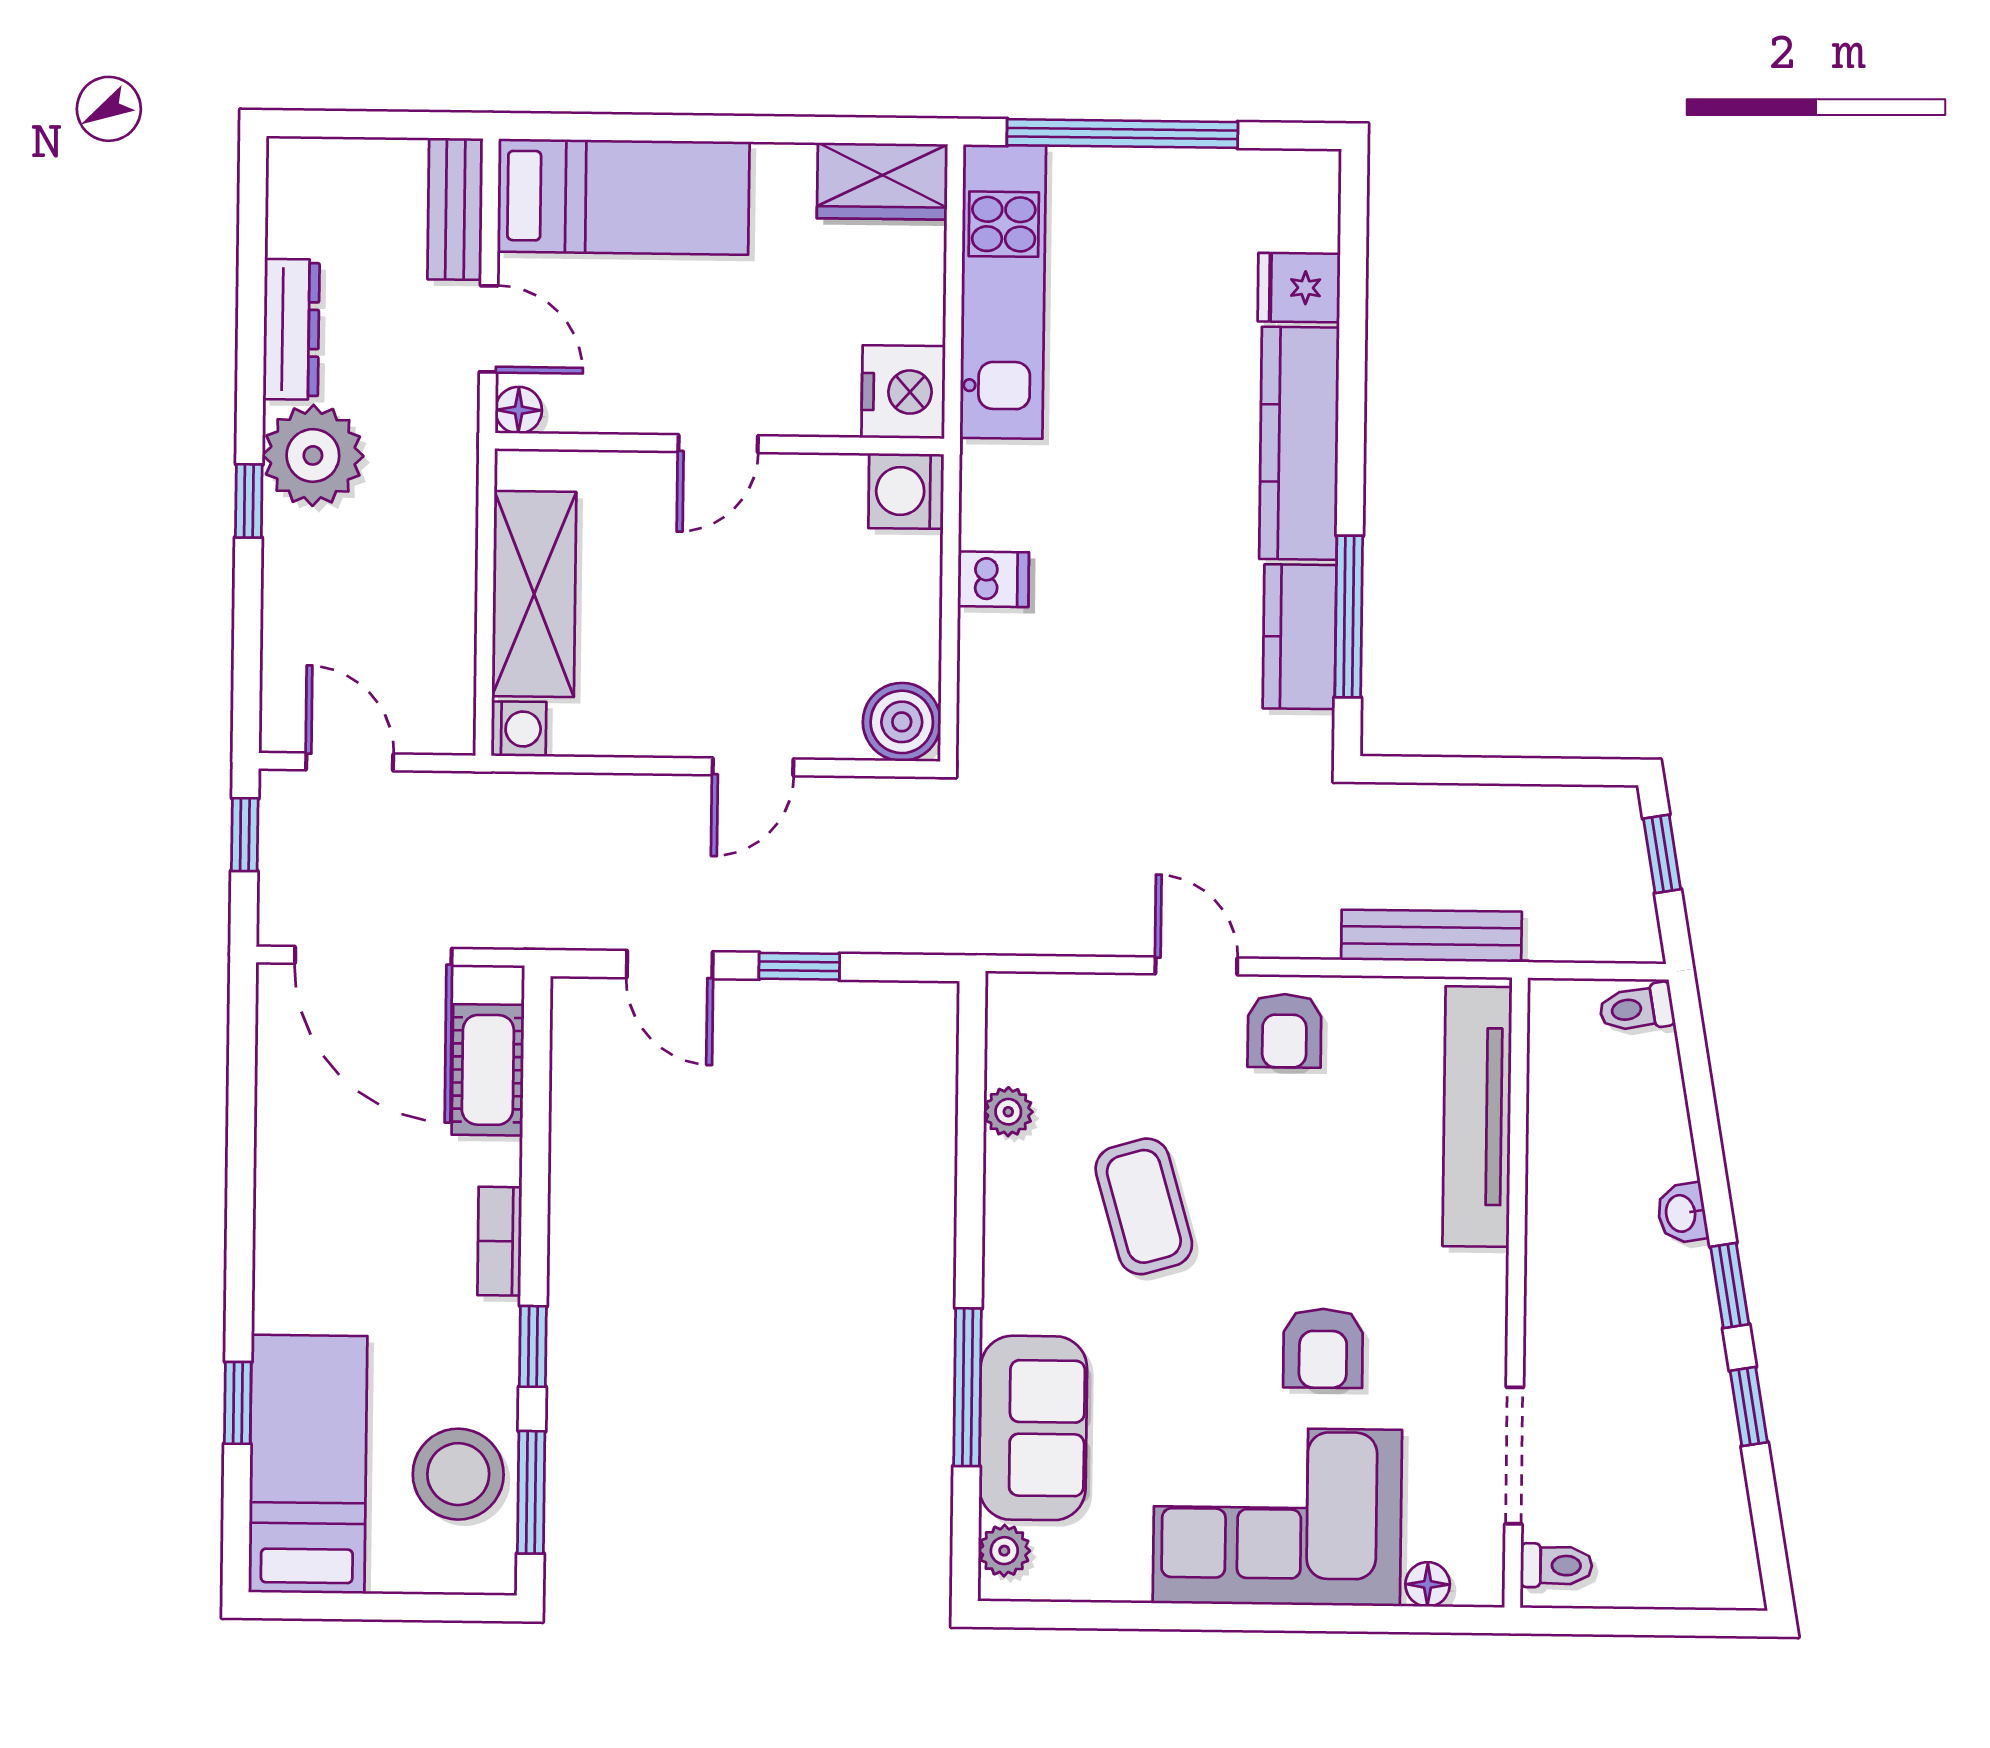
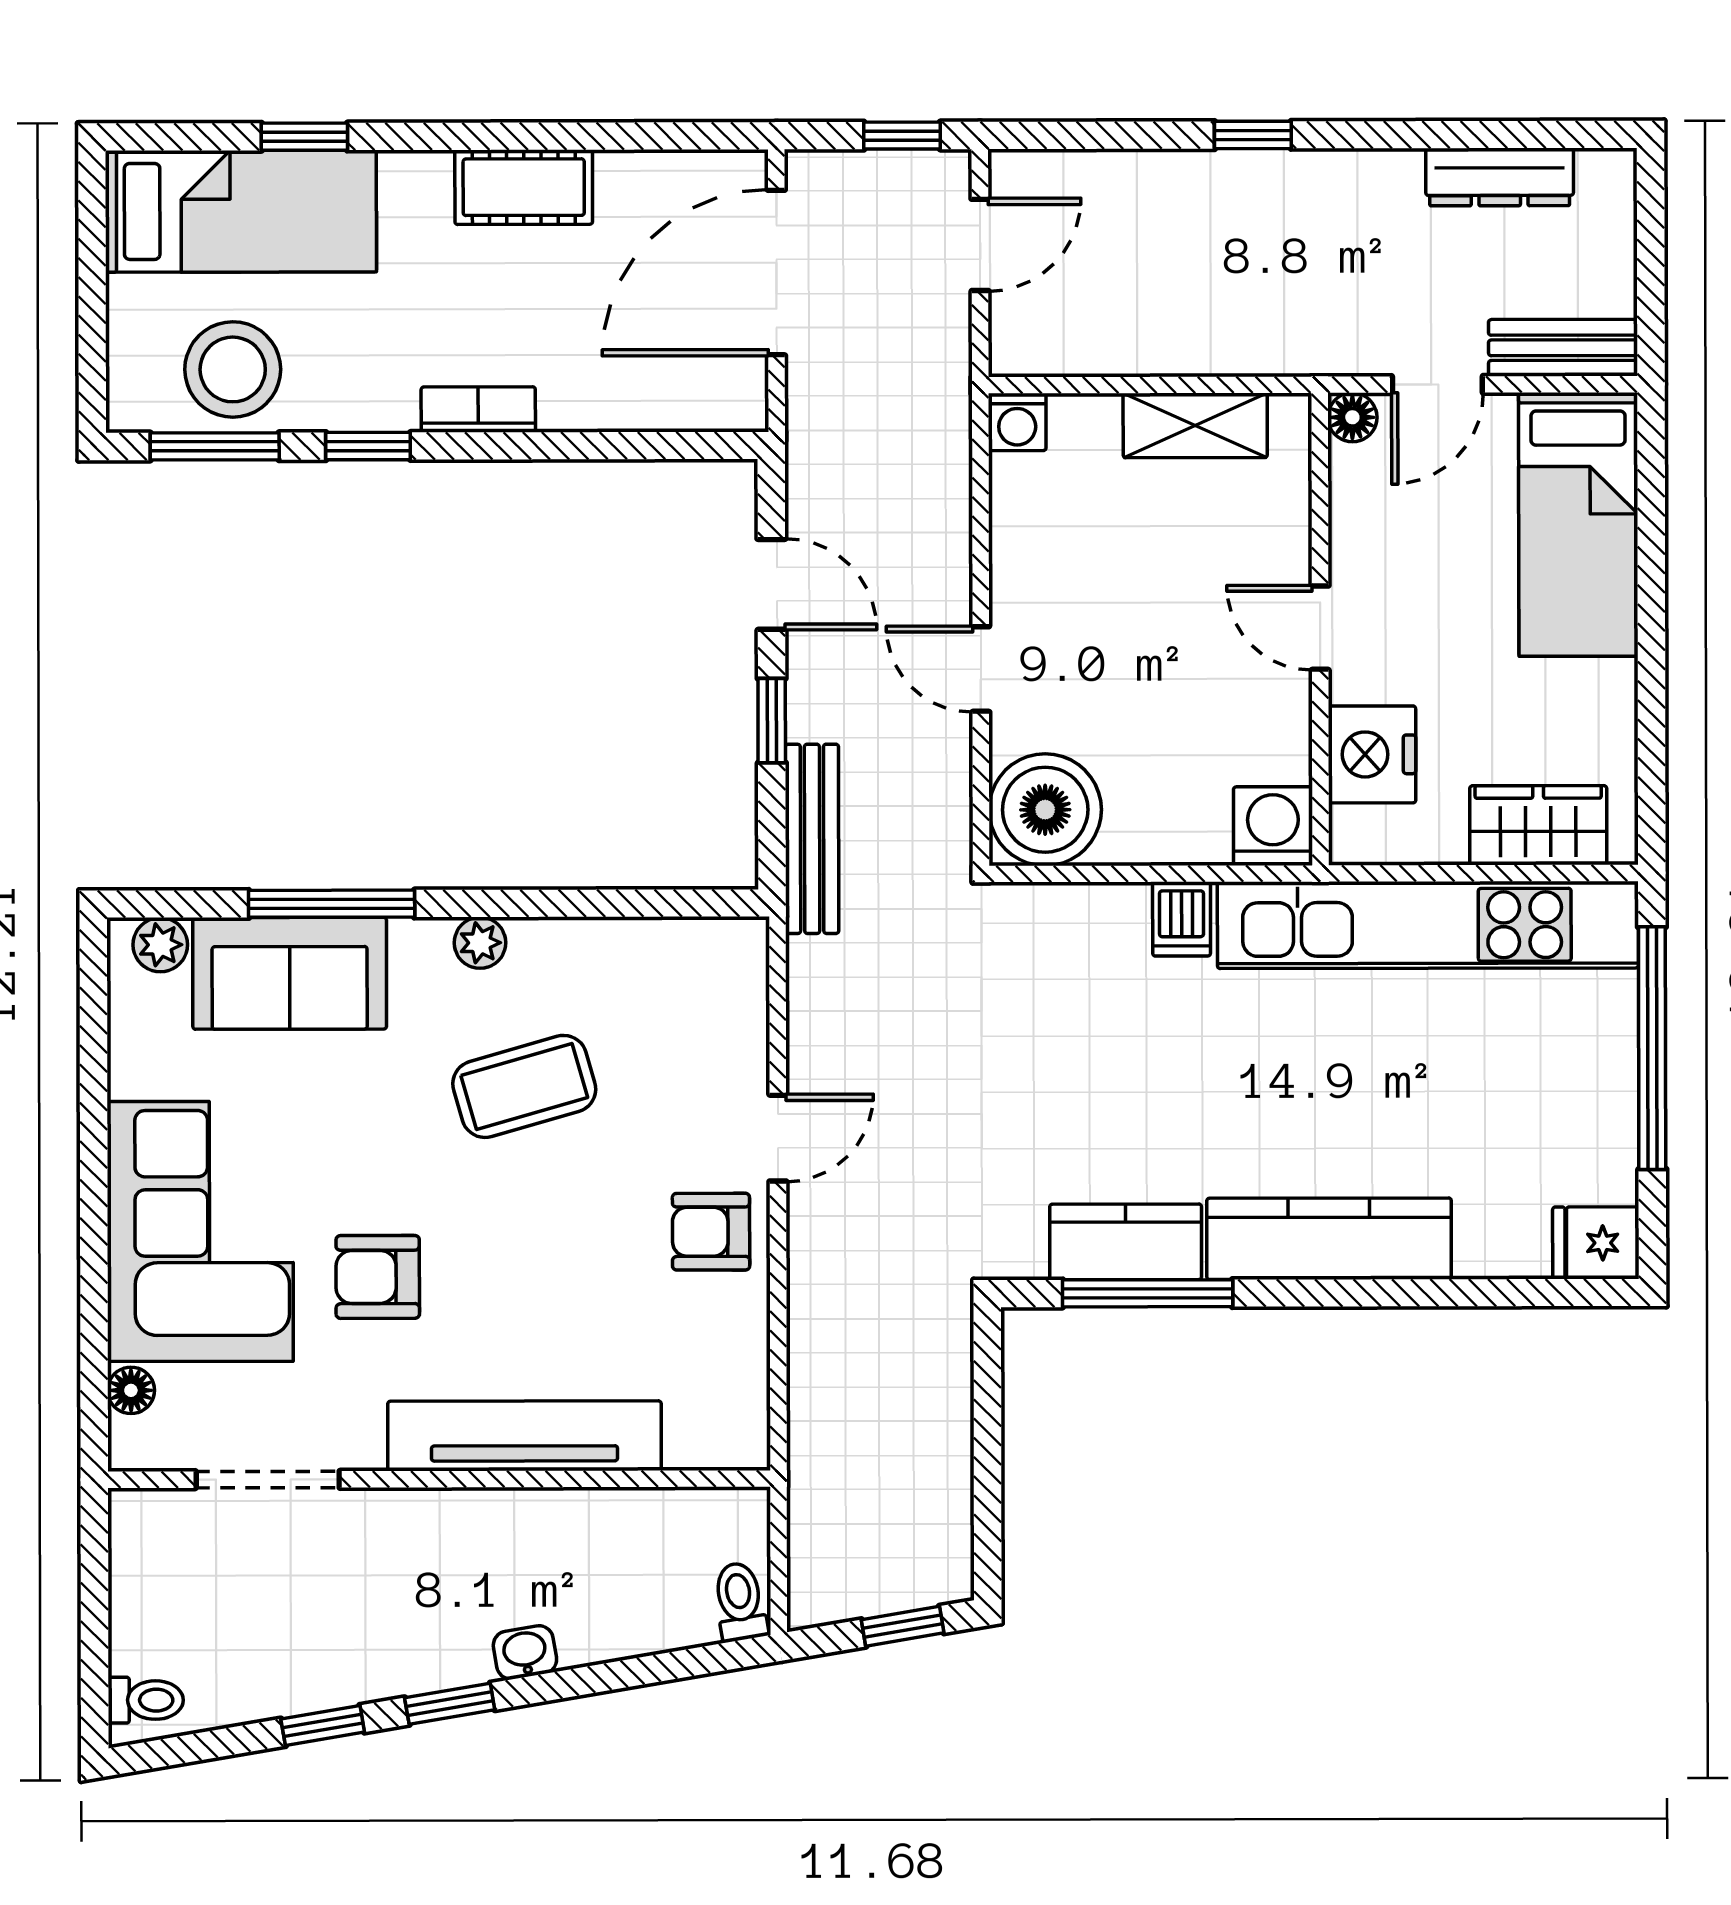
wardrobe: (882, 181) -> (1538, 825), moved, turned 90
fridge: (1299, 288) -> (1596, 1243), moved, turned -90
kitchen unit: (1003, 292) -> (1428, 925), width x1.36
dresser: (291, 329) -> (1500, 177), moved
nightstand: (903, 392) -> (1372, 754), moved, turned 90
plant: (313, 455) -> (1302, 202), removed
shelving: (534, 594) -> (1195, 425), width x0.67, depth x0.75
boiler: (902, 722) -> (1045, 810), width x1.37, depth x1.37
bench: (1431, 936) -> (812, 839), moved
door: (670, 965) -> (771, 584), swing flipped
cot: (488, 1070) -> (524, 187), moved
plant: (1008, 1112) -> (480, 943), moved
tv unit: (1477, 1117) -> (524, 1436), moved
toilet: (1556, 1565) -> (146, 1700), moved, turned -90

